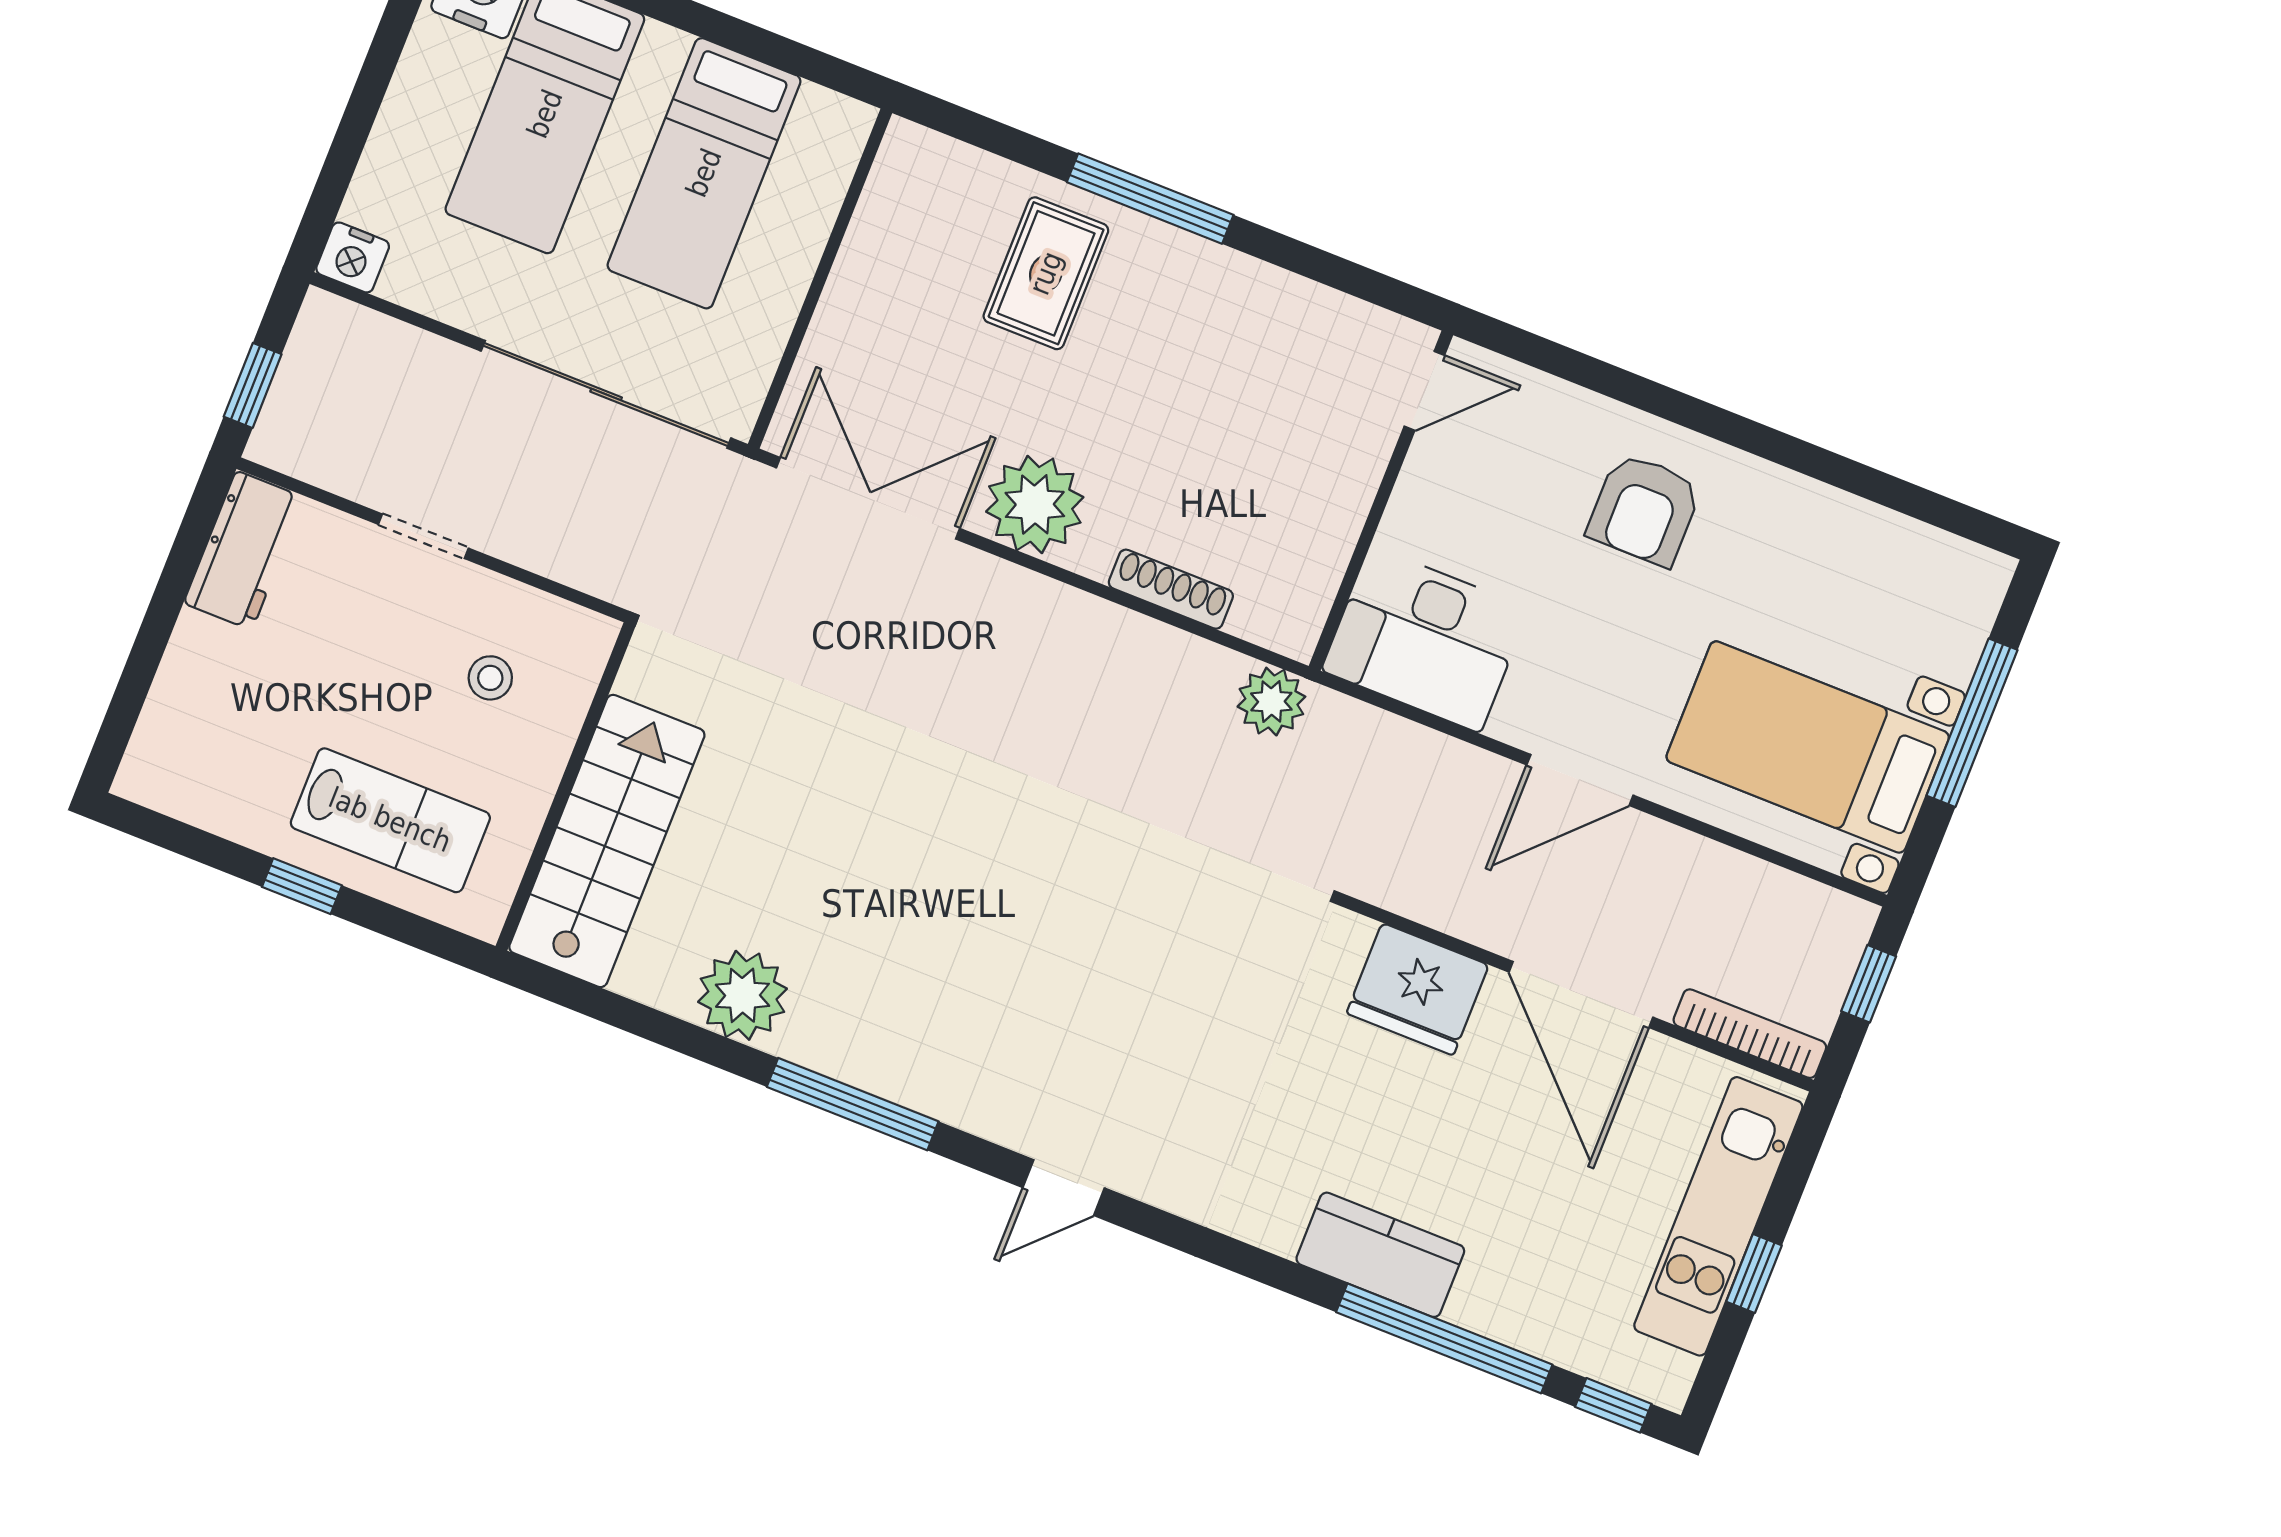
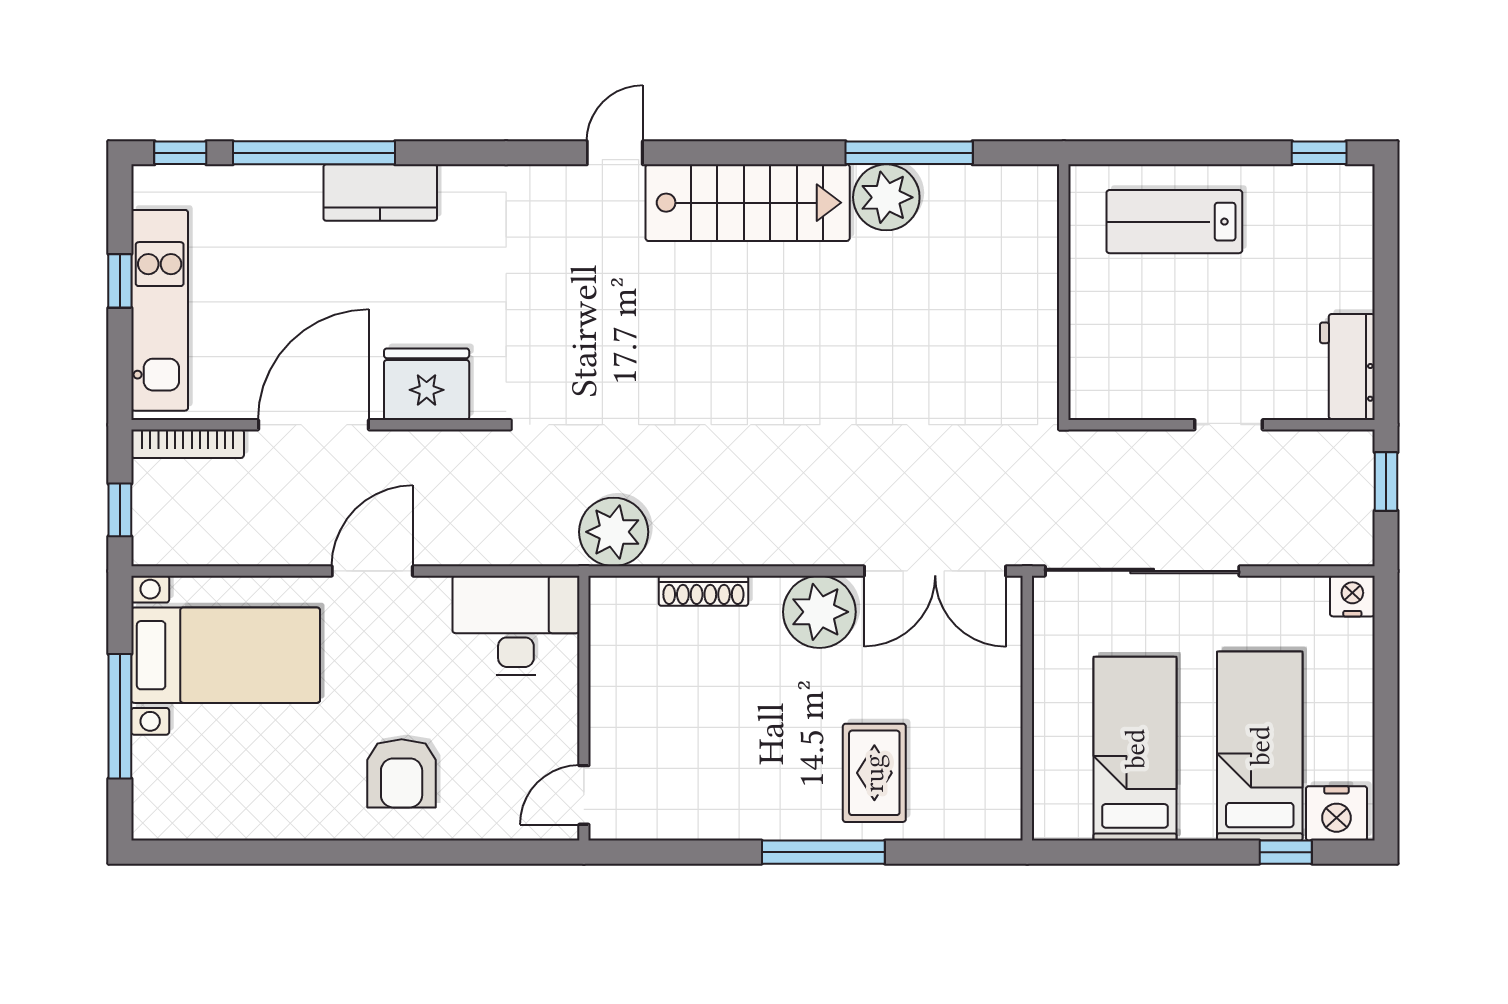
armchair: (1644, 509) -> (402, 773), turned 180
stool: (490, 678) -> (1145, 346), removed
plant: (1271, 702) -> (614, 532), width x1.36, depth x1.36
stairs: (607, 841) -> (748, 203), moved, turned -90
window: (302, 886) -> (1319, 153), moved
door: (1581, 995) -> (314, 425), hinge flipped
window: (853, 1104) -> (909, 153), moved

